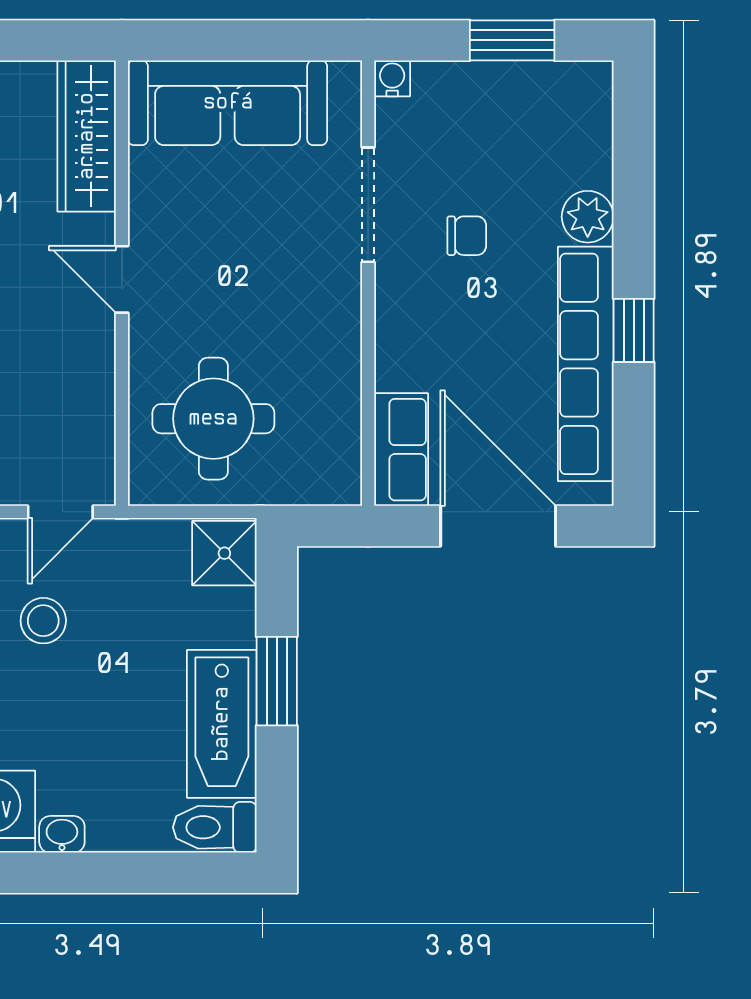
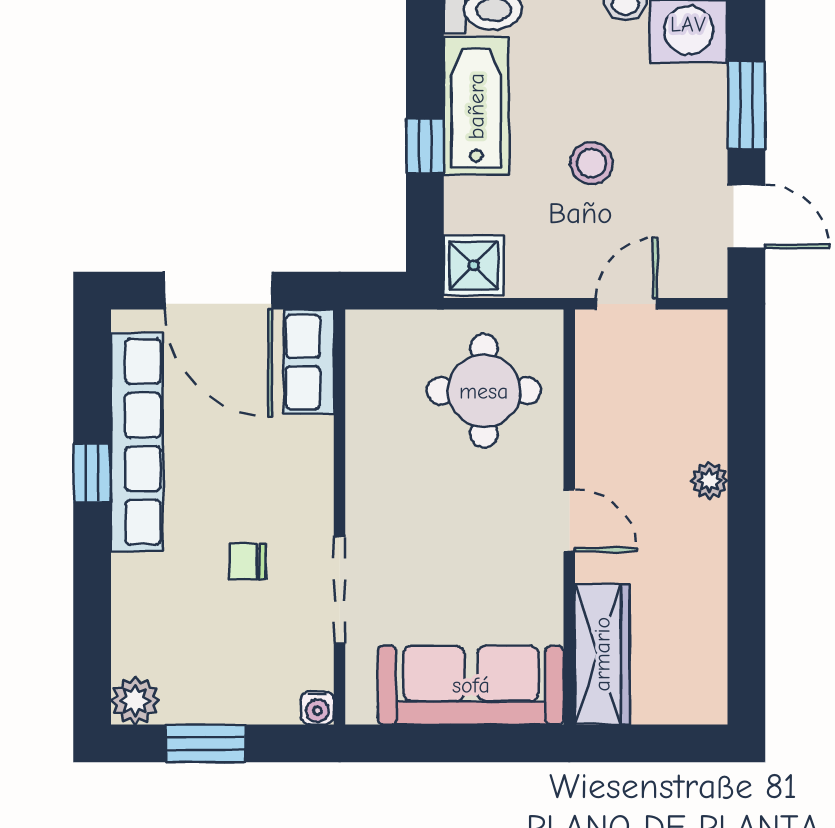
plant: (588, 217) -> (135, 701), moved
stool: (43, 621) -> (592, 163), moved
window: (277, 681) -> (425, 146), width x0.67

